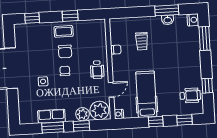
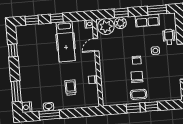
window: (32, 18) -> (151, 107), moved
wheelchair: (97, 70) -> (169, 37), moved
wheelchair: (190, 95) -> (27, 41), removed
window: (53, 128) -> (157, 10), moved

